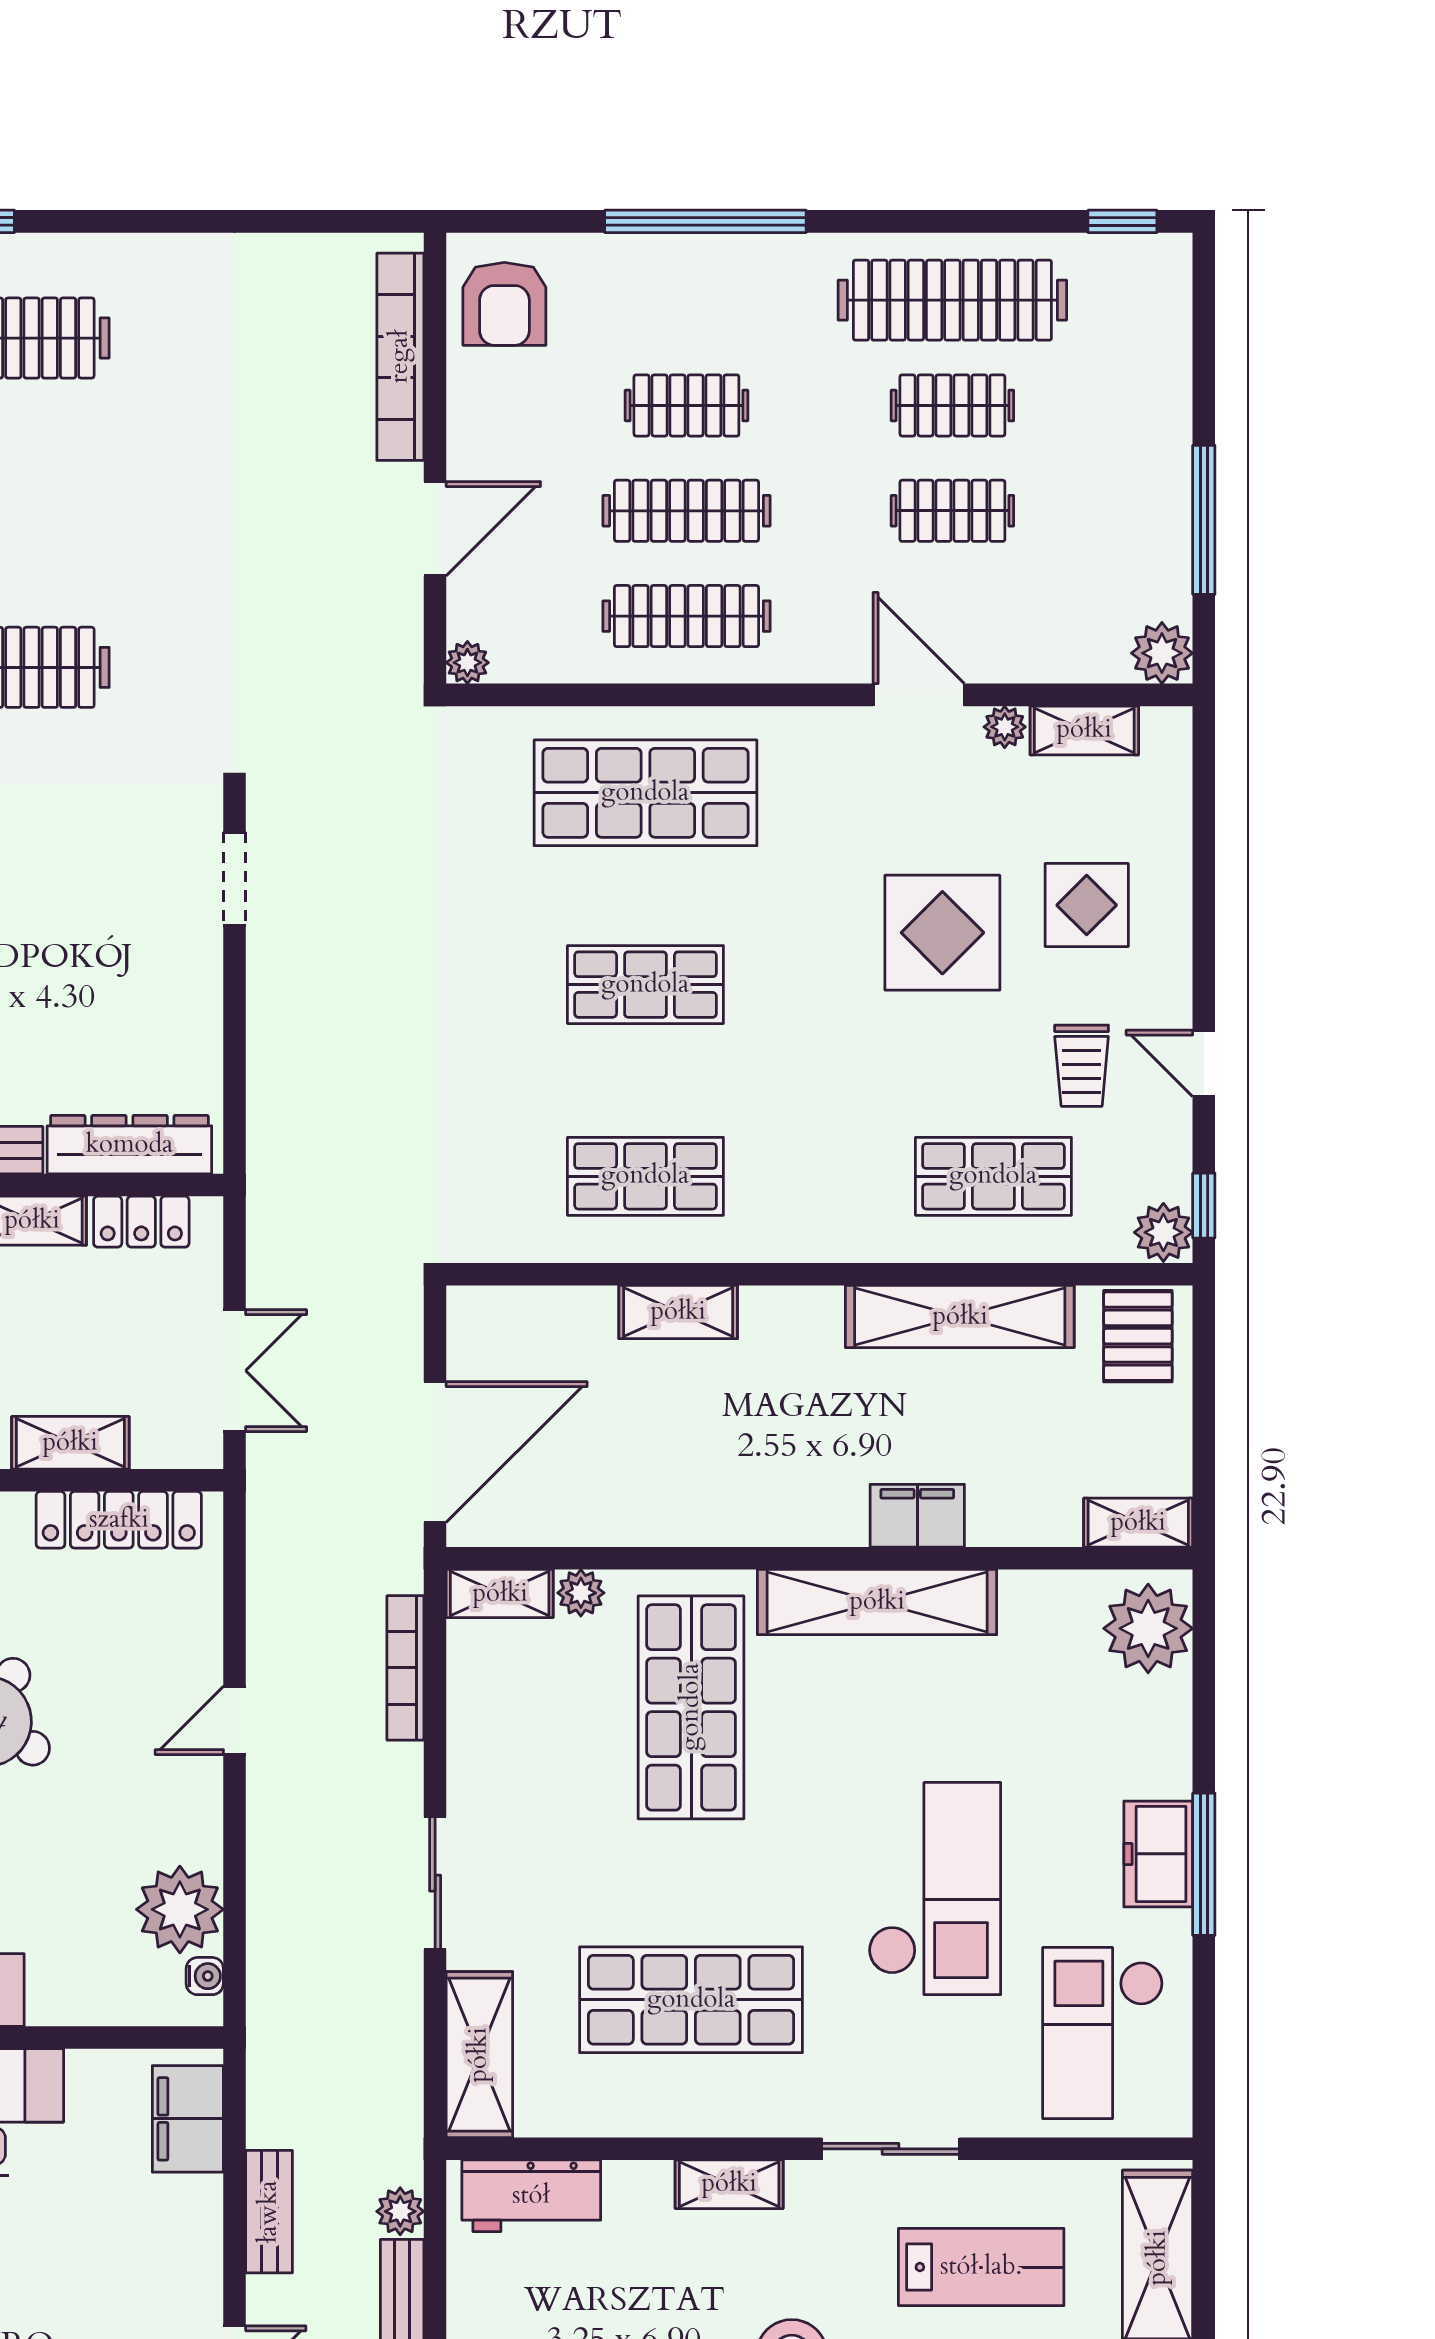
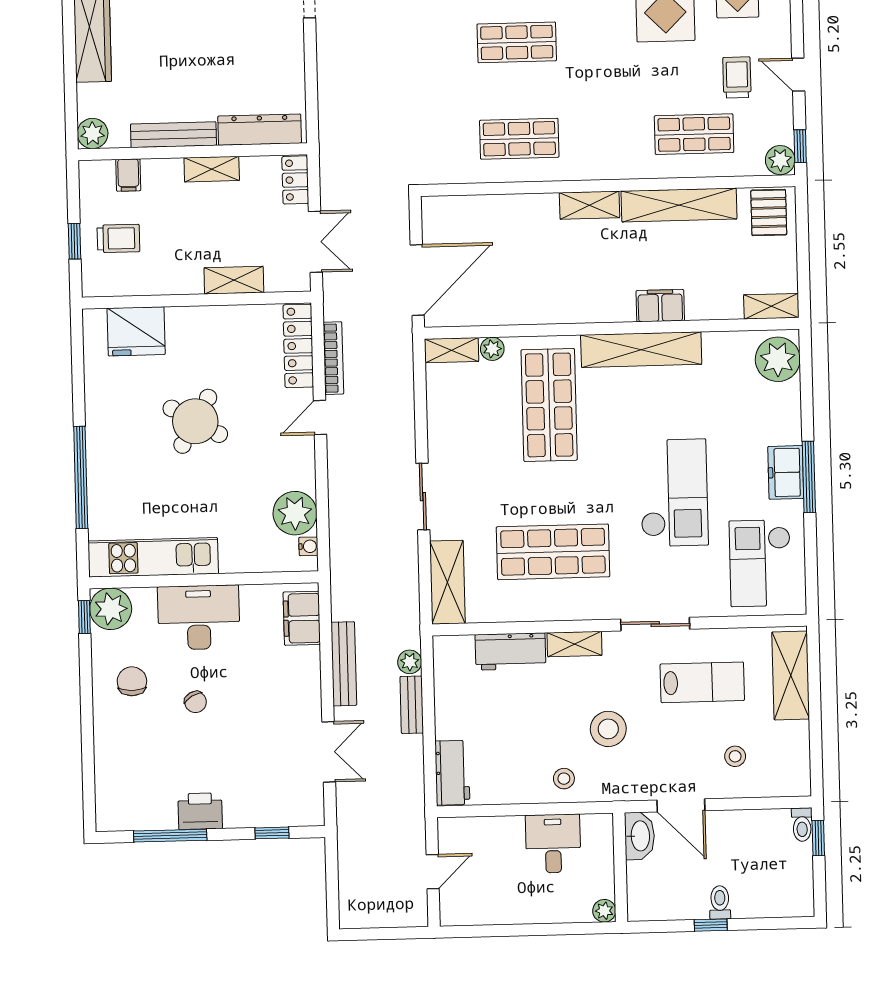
trolley: (1082, 1066) -> (737, 77), turned 180
locker: (141, 1222) -> (295, 180), moved, turned 90
shelving: (678, 1312) -> (590, 205), moved
locker: (119, 1520) -> (298, 346), moved, turned 90
bookcase: (405, 1668) -> (333, 358), moved, turned 180
workbench: (531, 2196) -> (510, 651), moved
bench: (269, 2212) -> (344, 664), width x1.36

